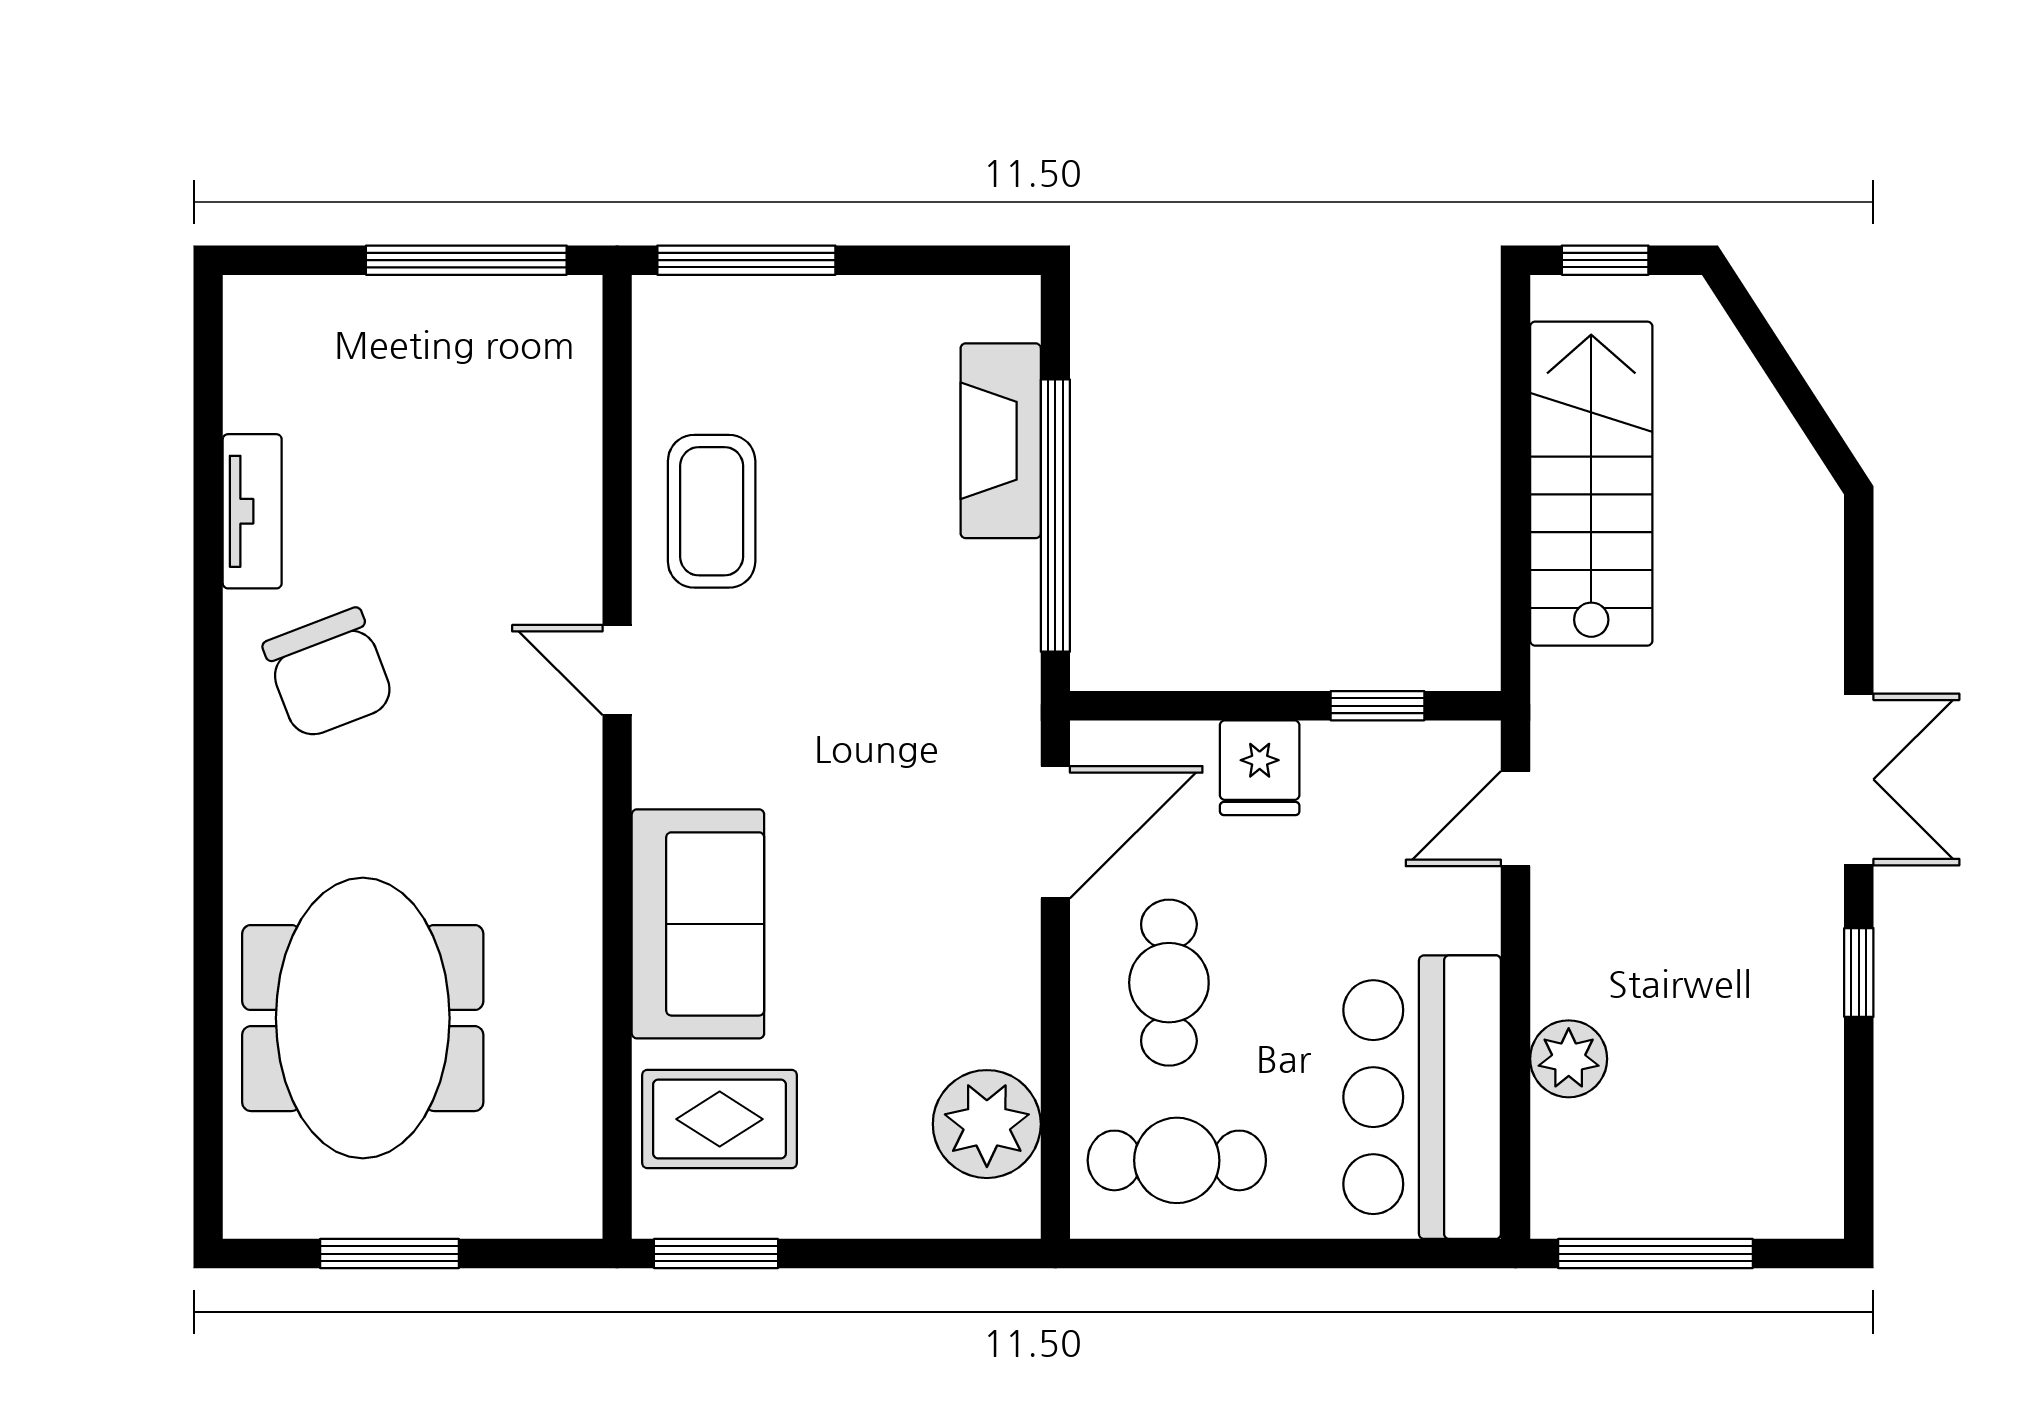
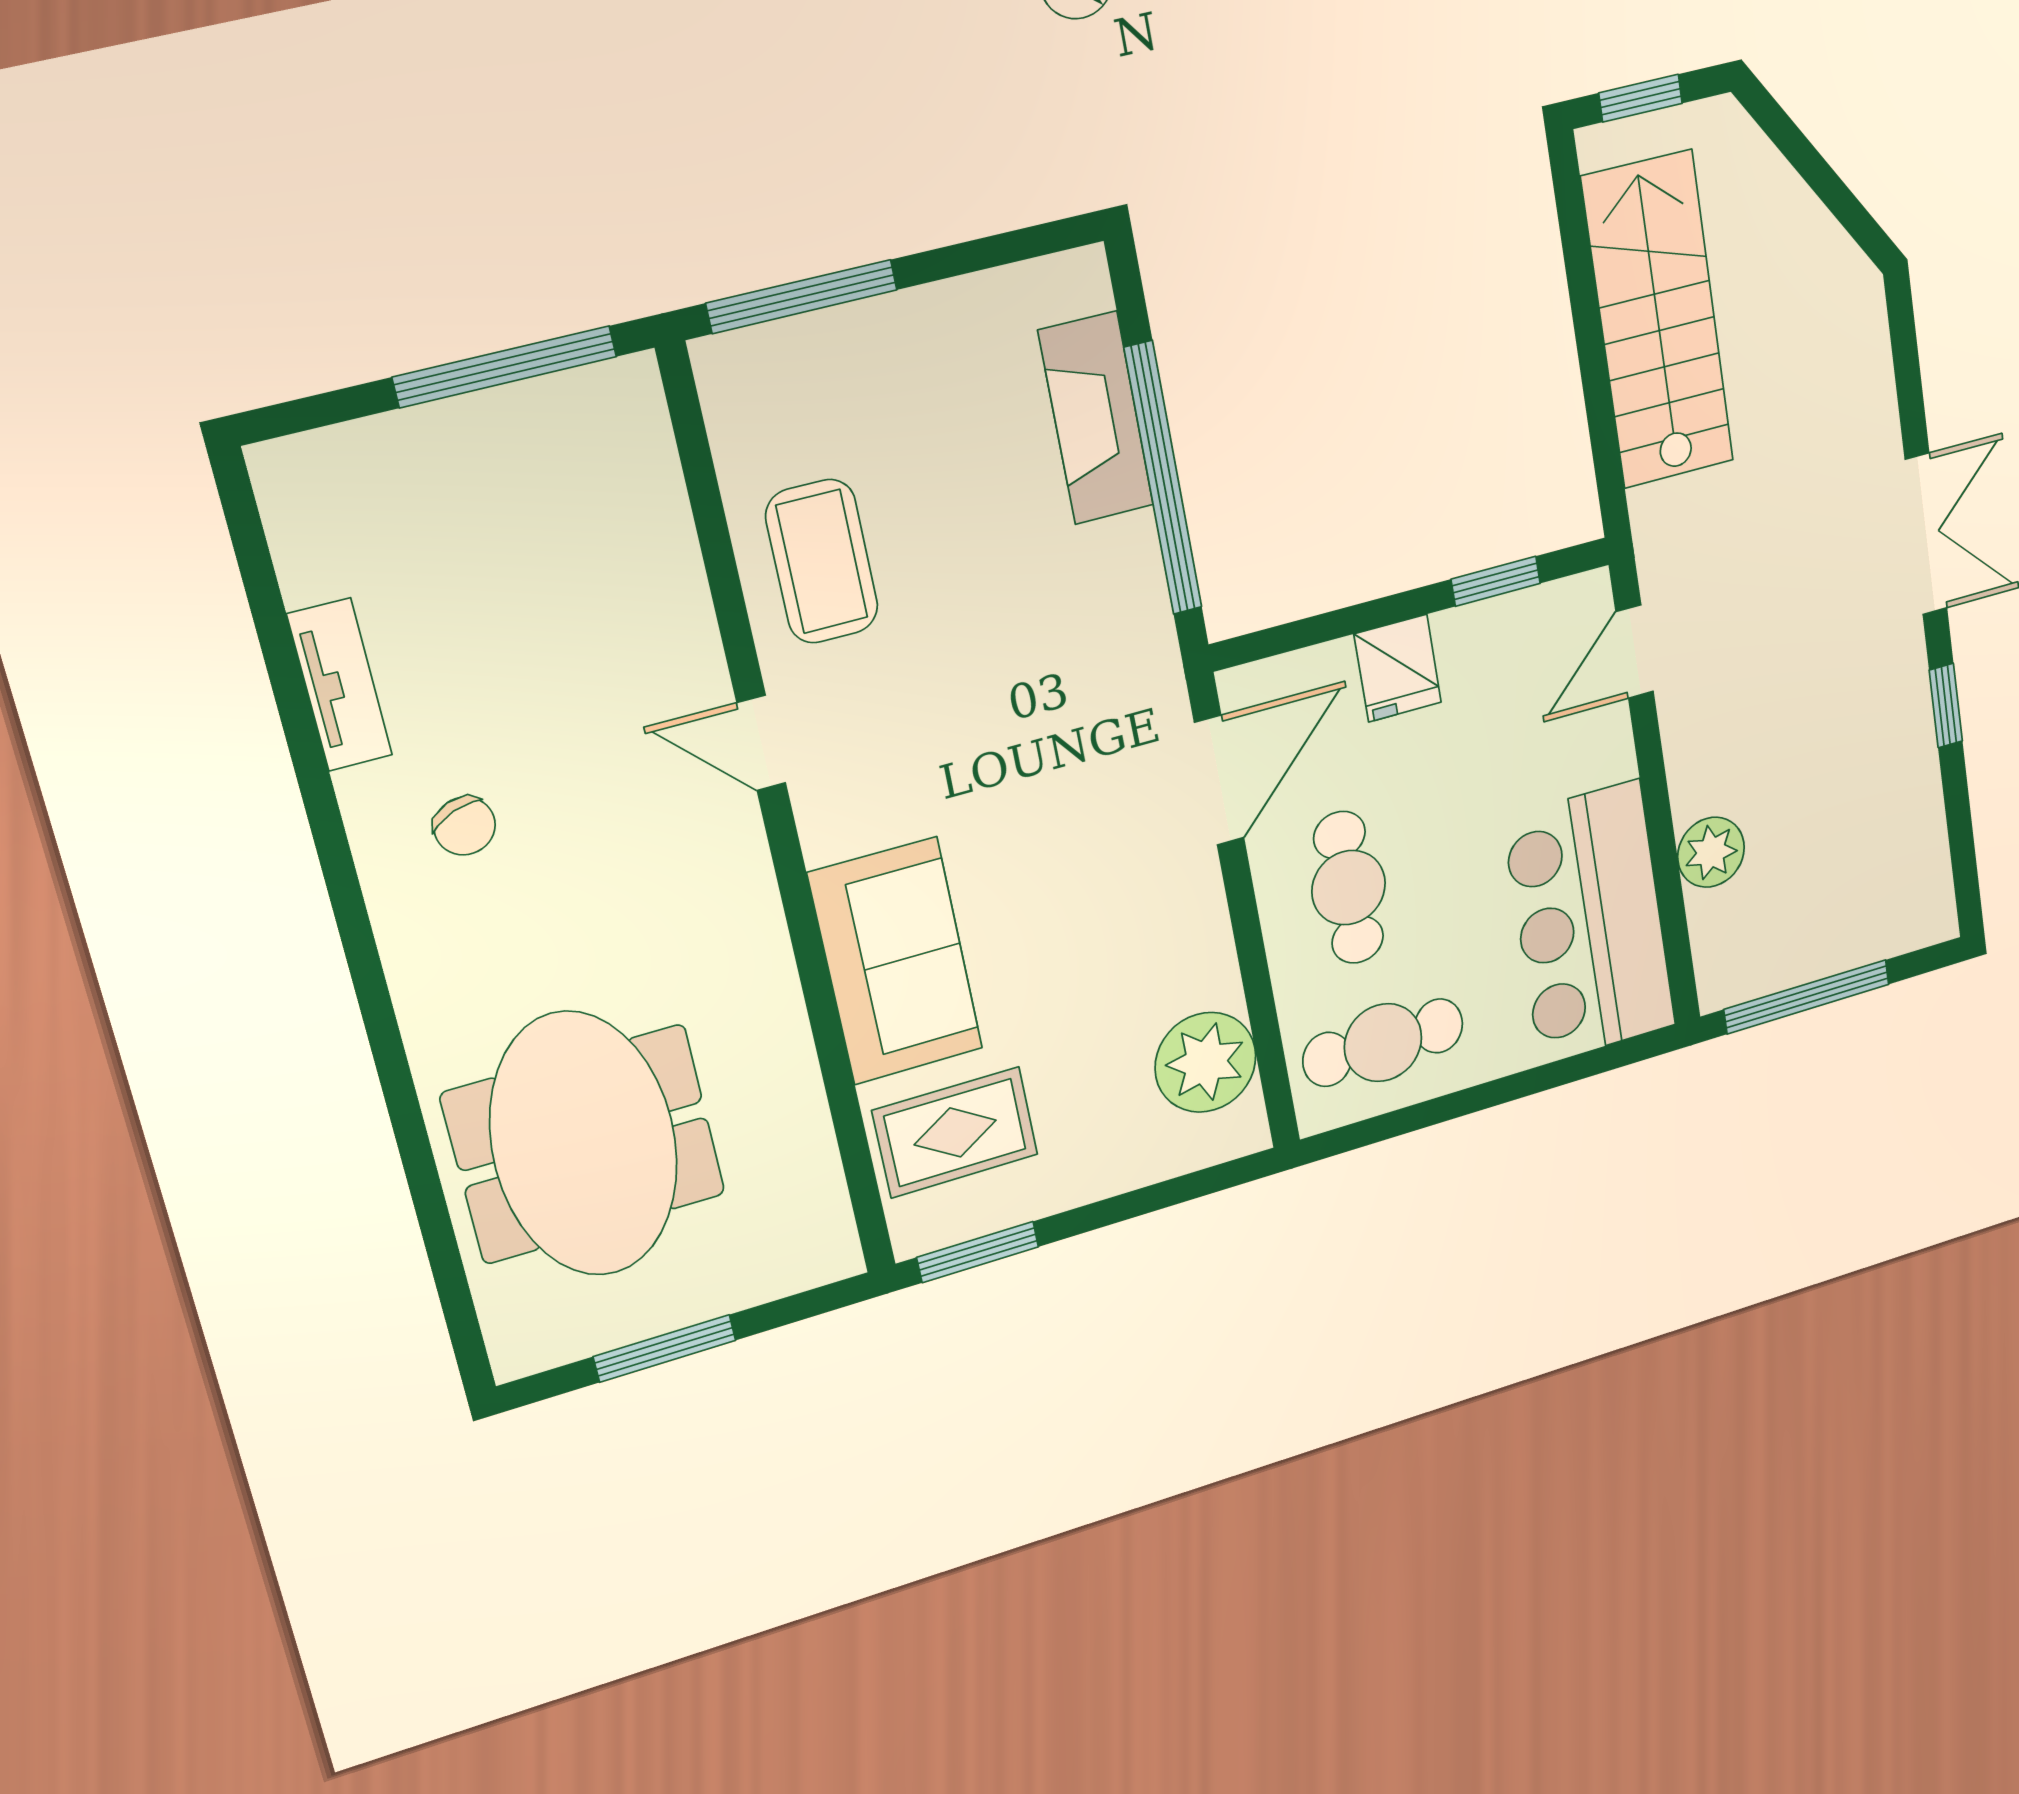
chair: (329, 674) -> (465, 826), width x0.54, depth x0.54

